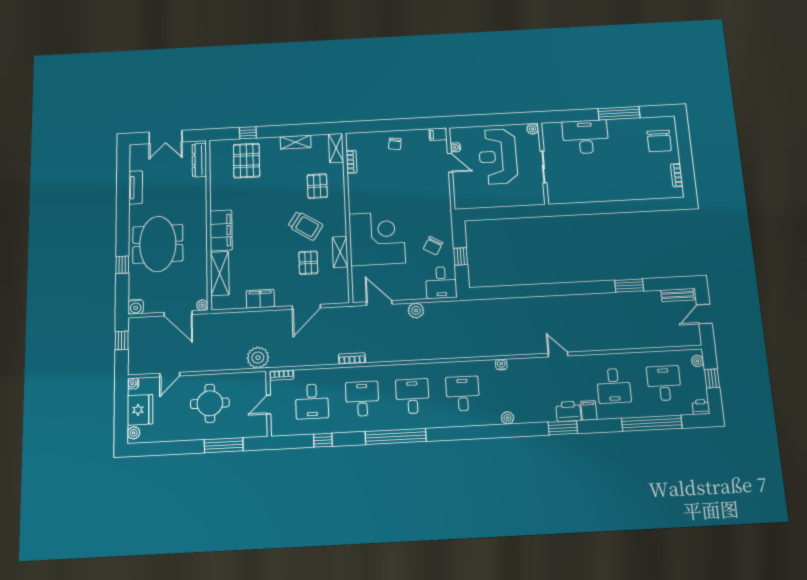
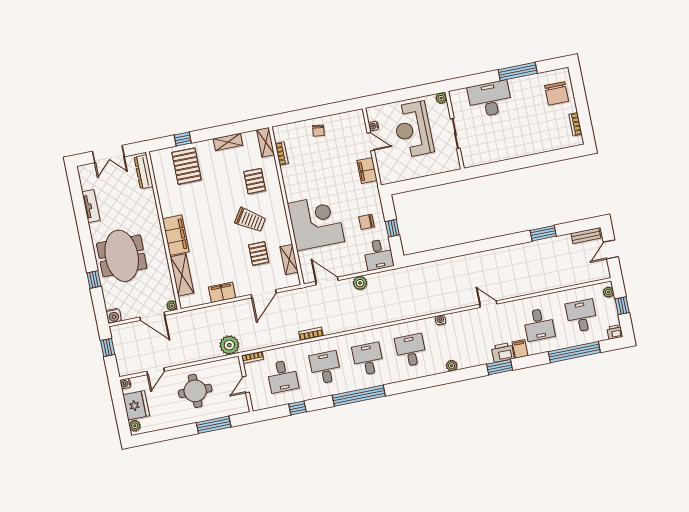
filing cabinet: (438, 134) -> (367, 170), moved, width x2.00
chair: (433, 246) -> (367, 222), turned 60
shelving: (340, 252) -> (289, 259), moved

